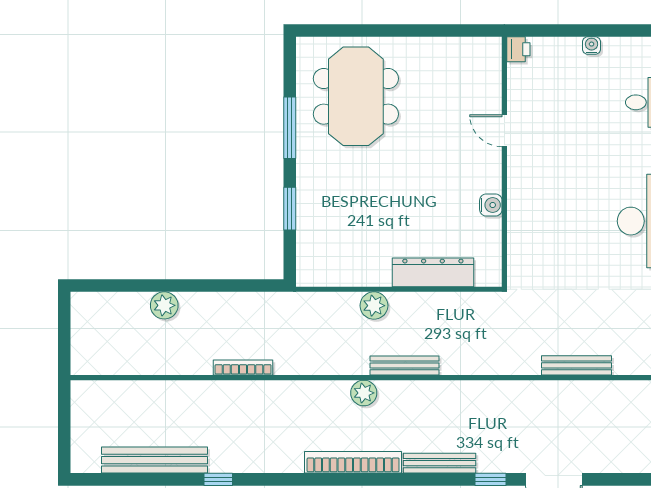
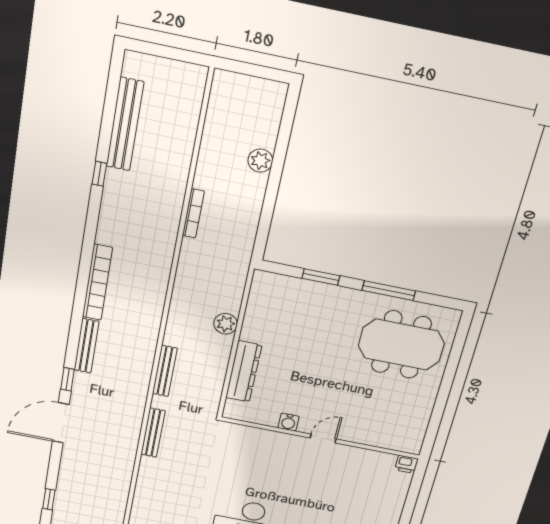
water cooler: (592, 45) -> (395, 512), removed
door: (504, 131) -> (323, 438), moved
bench: (405, 365) -> (165, 371), moved
bench: (576, 365) -> (153, 433), moved
plant: (364, 393) -> (154, 302), removed

